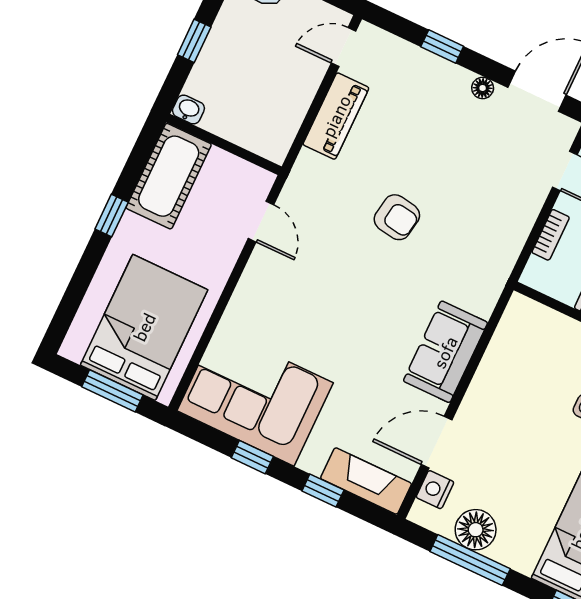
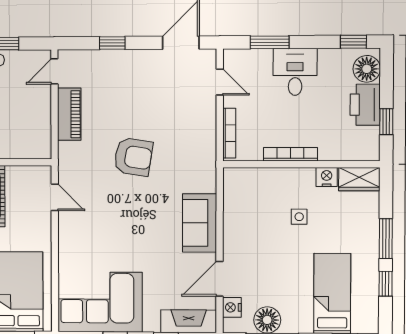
floor lamp: (483, 88) -> (148, 56), removed
armchair: (397, 217) -> (133, 157), width x1.38, depth x1.38
bookcase: (551, 235) -> (229, 133), width x1.56

